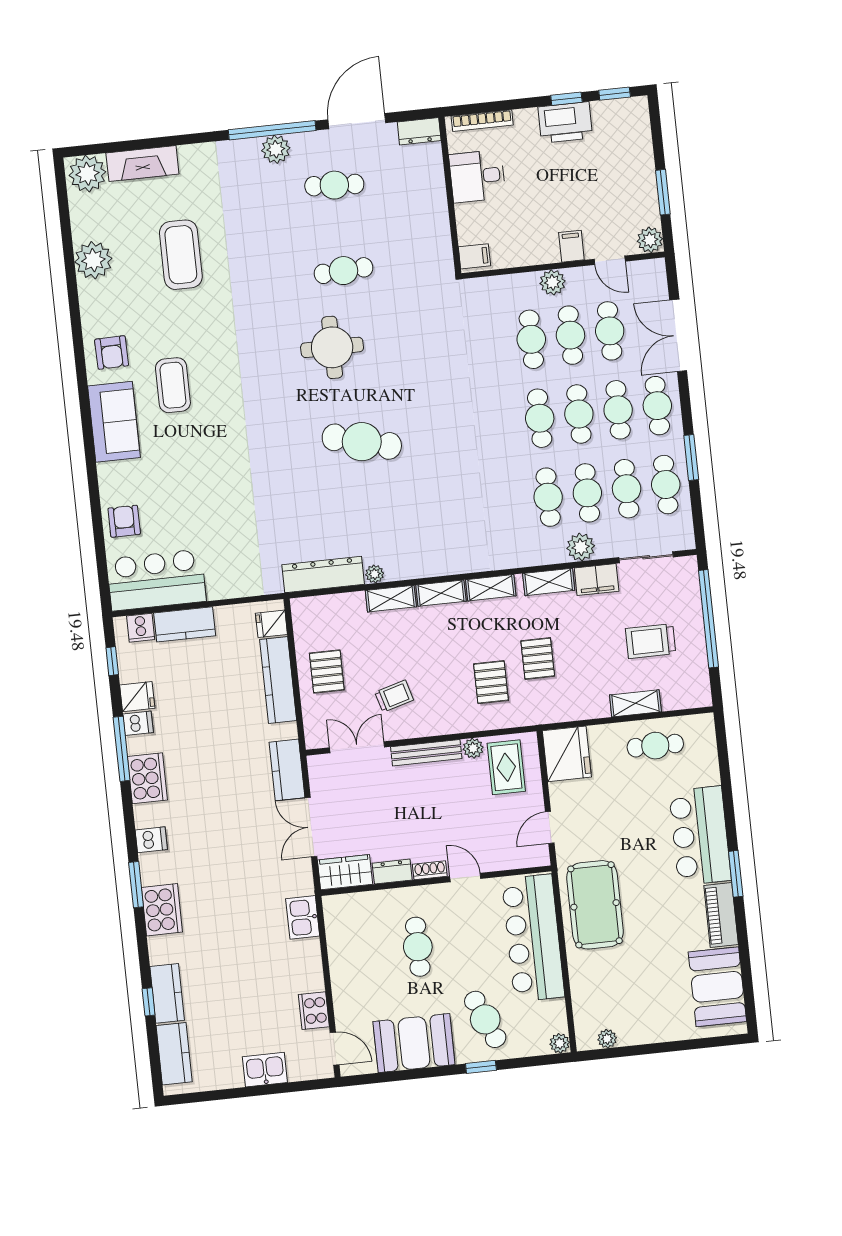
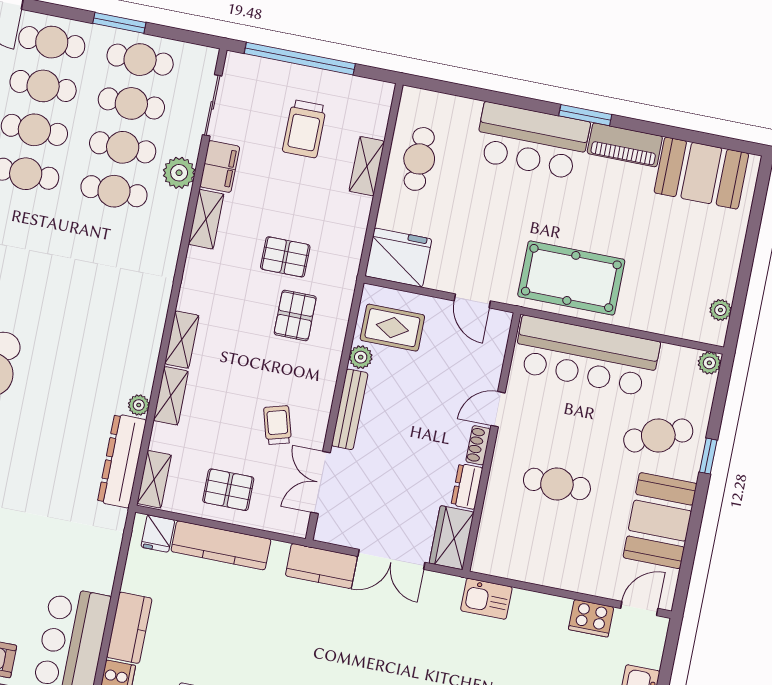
shelving: (491, 588) -> (154, 479), moved
pallet: (491, 682) -> (295, 315), turned 90

